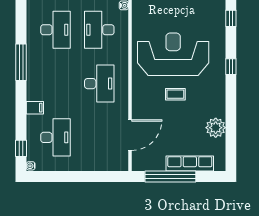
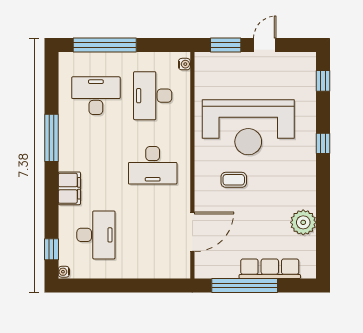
desk: (55, 30) -> (96, 96), turned -90
reception desk: (173, 54) -> (248, 127), turned 180
desk: (99, 84) -> (153, 165), turned 90
coffee table: (175, 94) -> (234, 180), moved
filing cabinet: (35, 108) -> (69, 188), width x2.00

